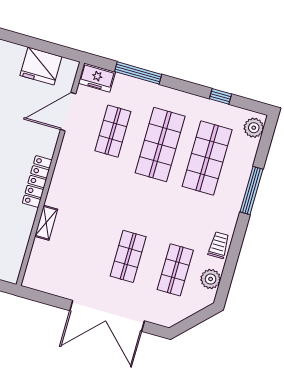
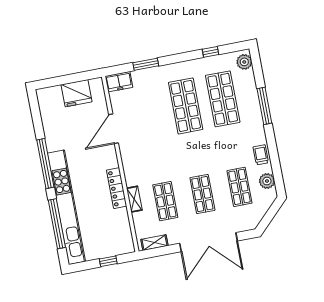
window: (138, 73) -> (146, 64), width x0.69
door: (68, 112) -> (114, 129), moved
shop shelf: (113, 131) -> (165, 201), moved
locker: (37, 182) -> (117, 188), moved
shelving: (44, 285) -> (154, 243), added

